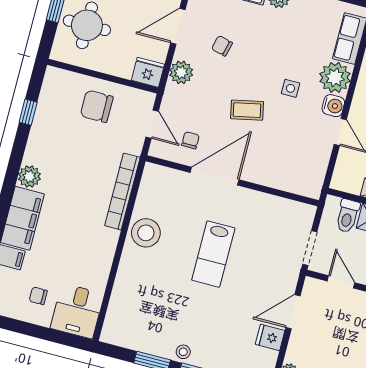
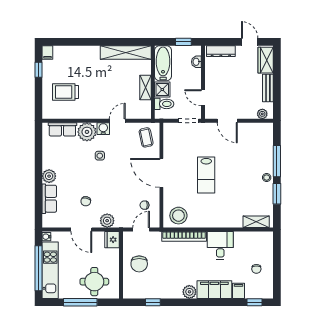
coffee table: (247, 110) -> (146, 137), moved
door: (215, 176) -> (161, 173), moved
stool: (146, 233) -> (178, 216), moved
lab bench: (213, 254) -> (206, 175), turned 90
door: (341, 282) -> (203, 98), hinge flipped
desk: (77, 311) -> (220, 245), moved, turned -90
shelving: (115, 315) -> (256, 222), added
fridge: (270, 337) -> (245, 130), removed

